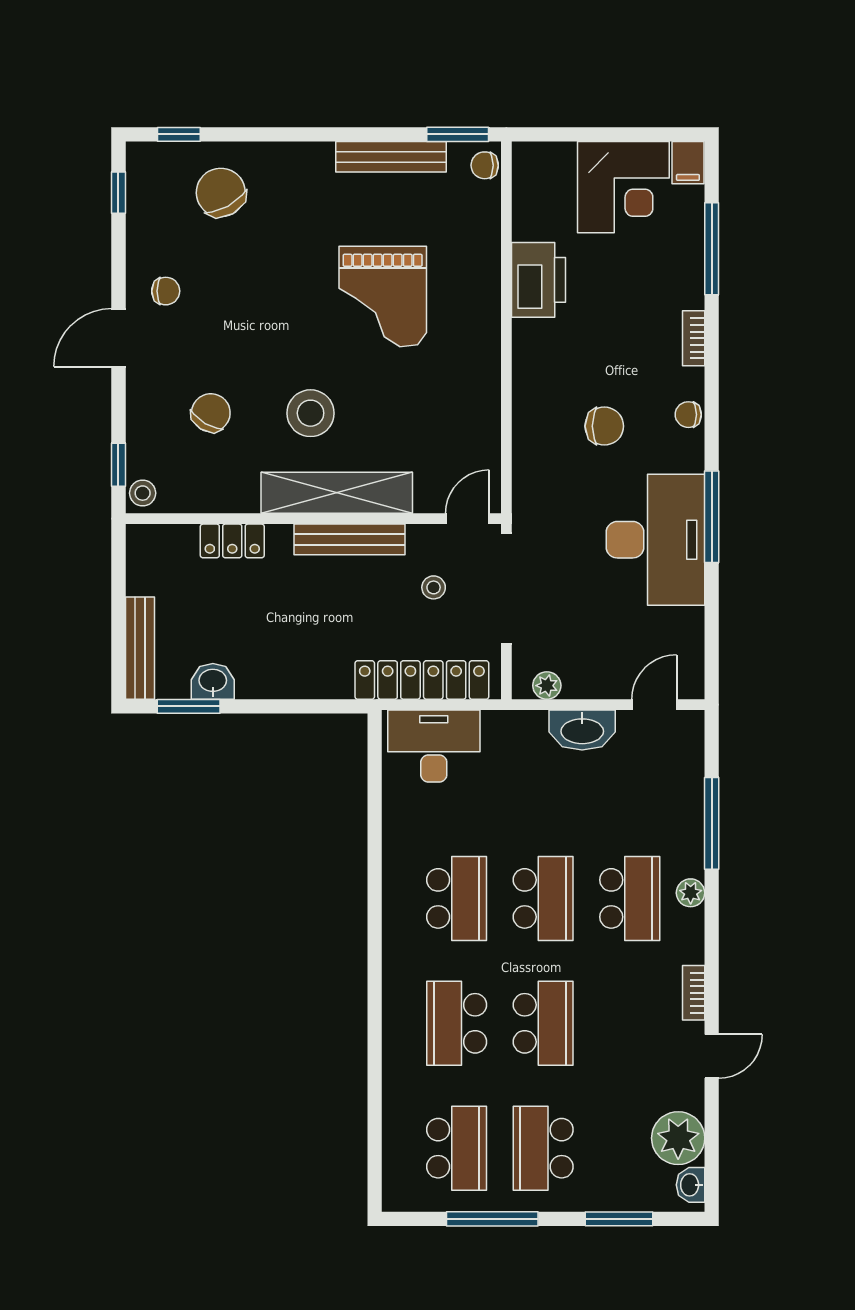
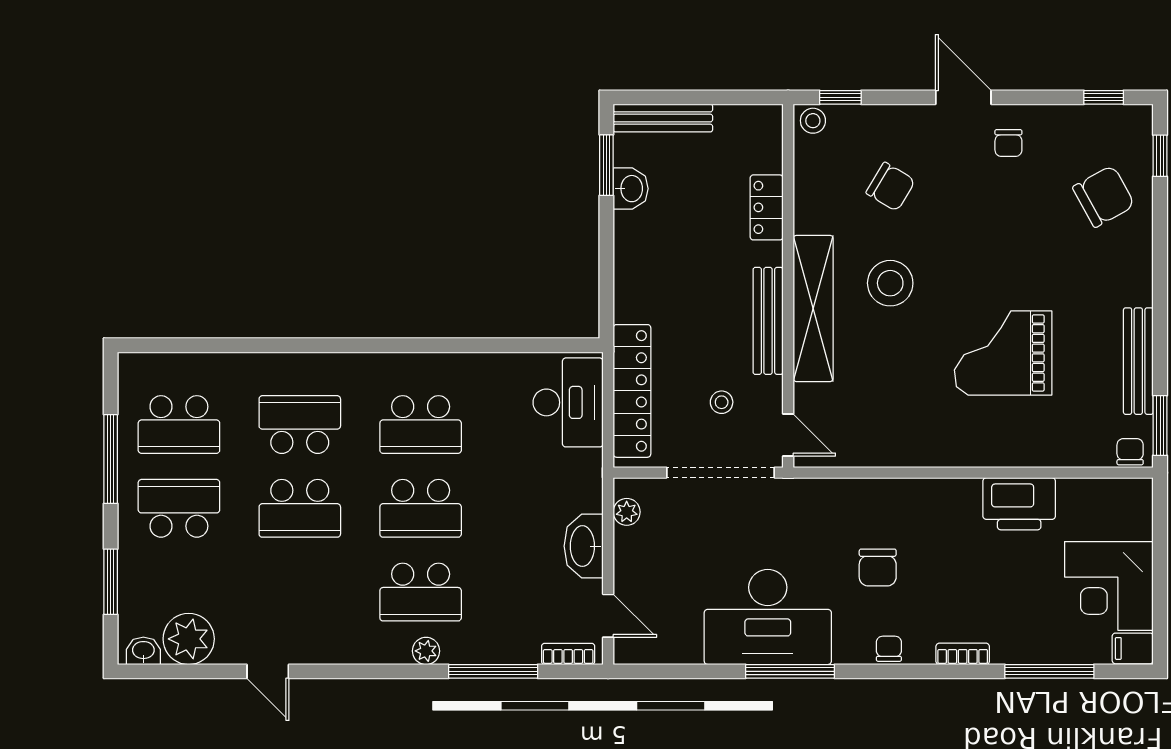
bookcase: (694, 993) -> (568, 654), moved

